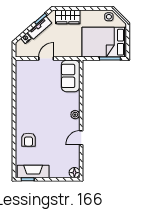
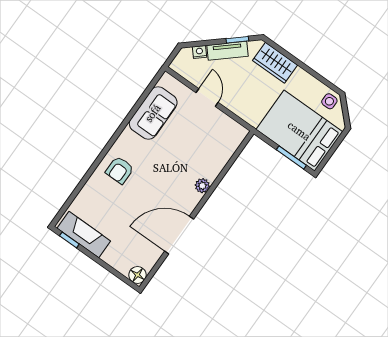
door: (46, 59) -> (207, 98), hinge flipped
sofa: (71, 76) -> (153, 113), moved, turned 180
plant: (75, 115) -> (202, 186), moved
door: (81, 138) -> (179, 235), width x1.87
armchair: (28, 140) -> (120, 170), moved

